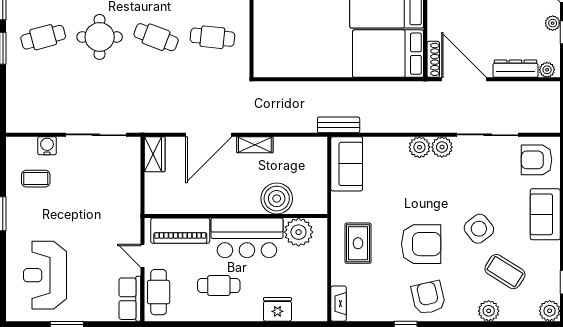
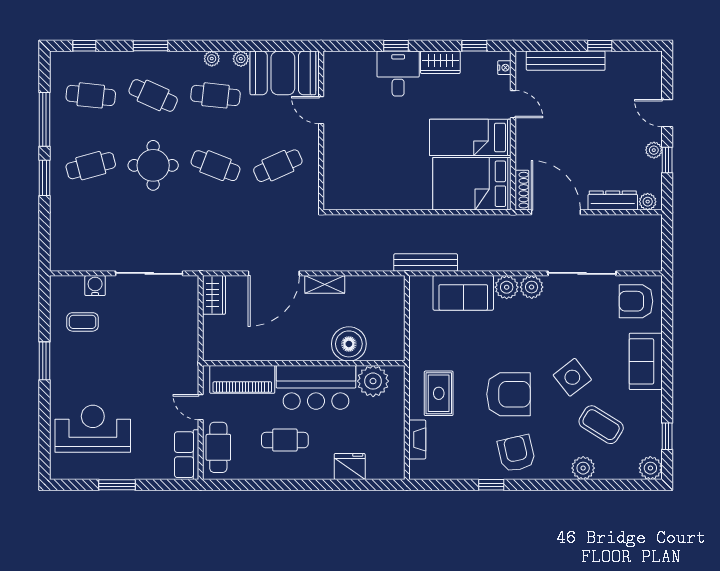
cafe table: (212, 37) -> (278, 166), turned -30
bench: (339, 125) -> (426, 263), width x1.36
sofa: (347, 164) -> (463, 293), moved, turned 90
reception desk: (45, 275) -> (93, 429), turned 90
fireplace: (339, 304) -> (417, 439), moved

